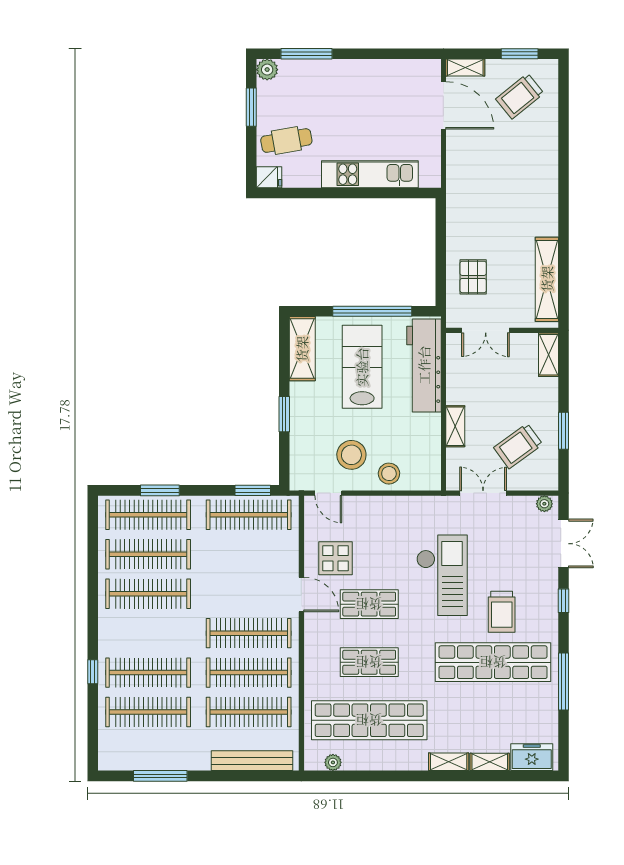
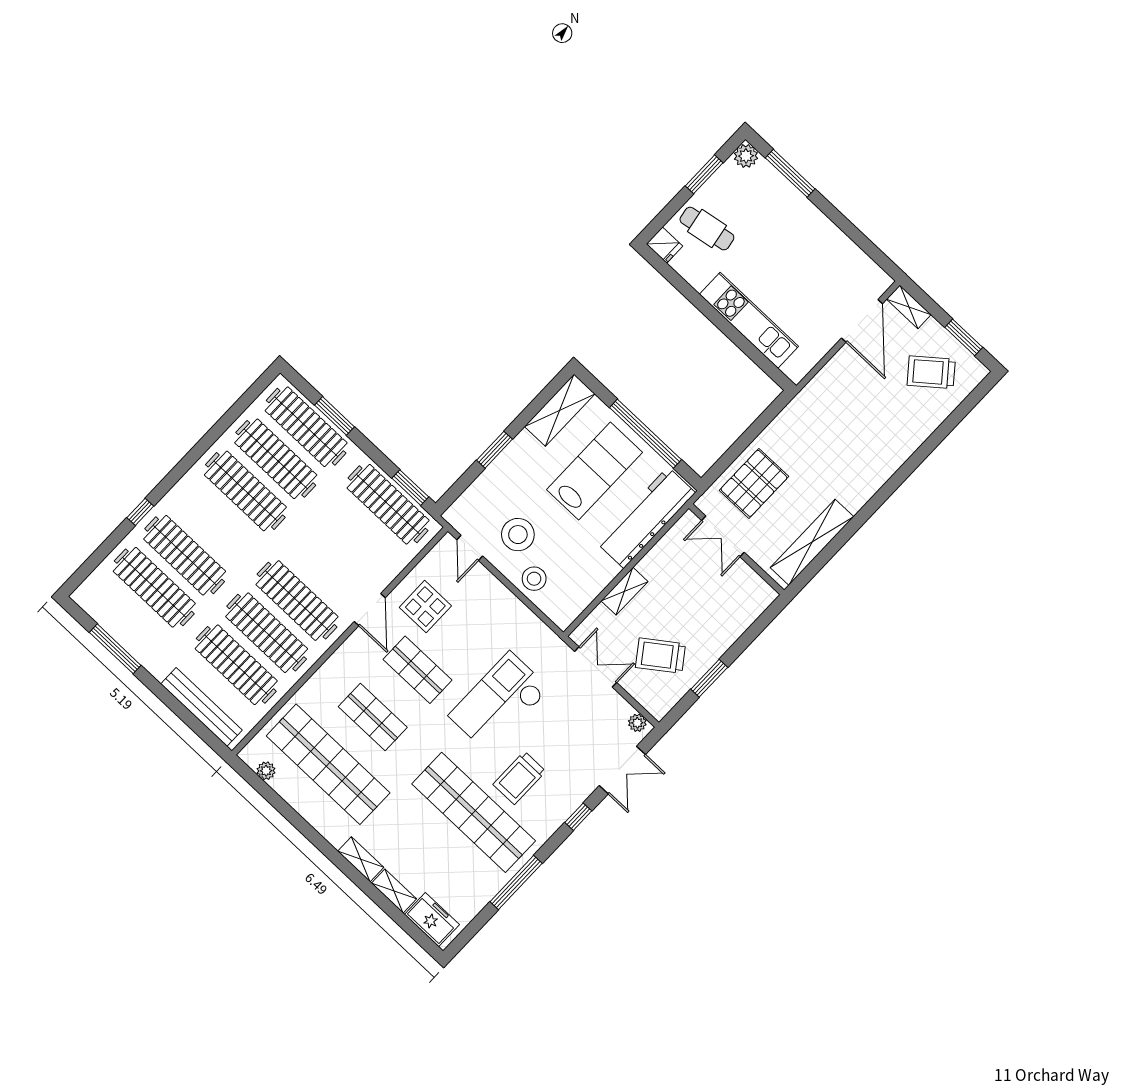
pallet: (473, 277) -> (754, 483), width x1.50, depth x1.42
shelving: (549, 355) -> (755, 605), removed
checkout: (442, 575) -> (499, 702), turned 180

